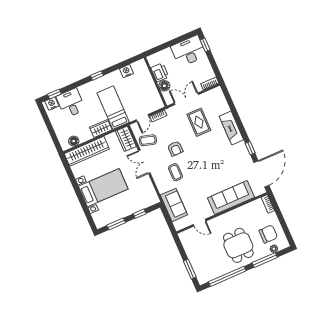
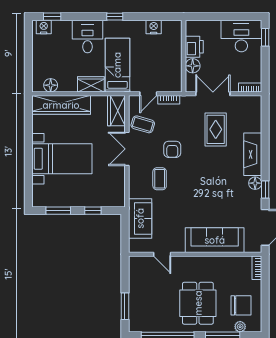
desk: (71, 103) -> (88, 37), moved
floor lamp: (242, 147) -> (255, 183), added

